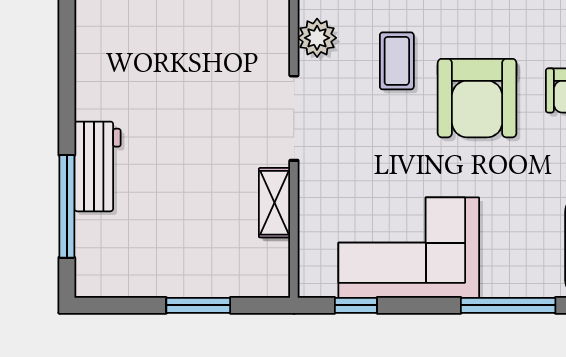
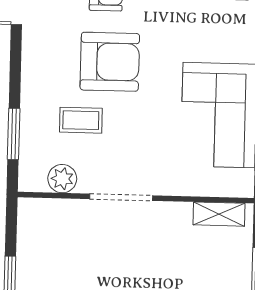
shelving: (275, 203) -> (219, 214), moved

